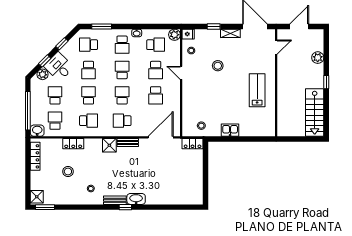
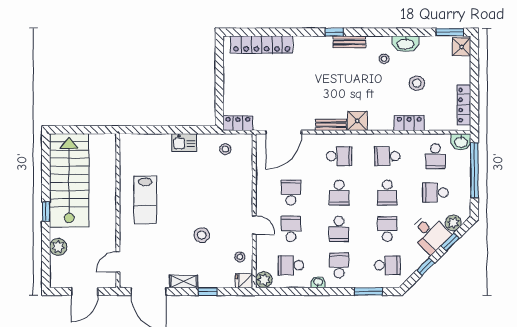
school desk: (55, 95) -> (435, 193), turned 90
stairs: (315, 112) -> (69, 180), width x1.36, depth x1.51
locker: (176, 198) -> (262, 45), added
washbasin: (136, 199) -> (405, 44), moved

